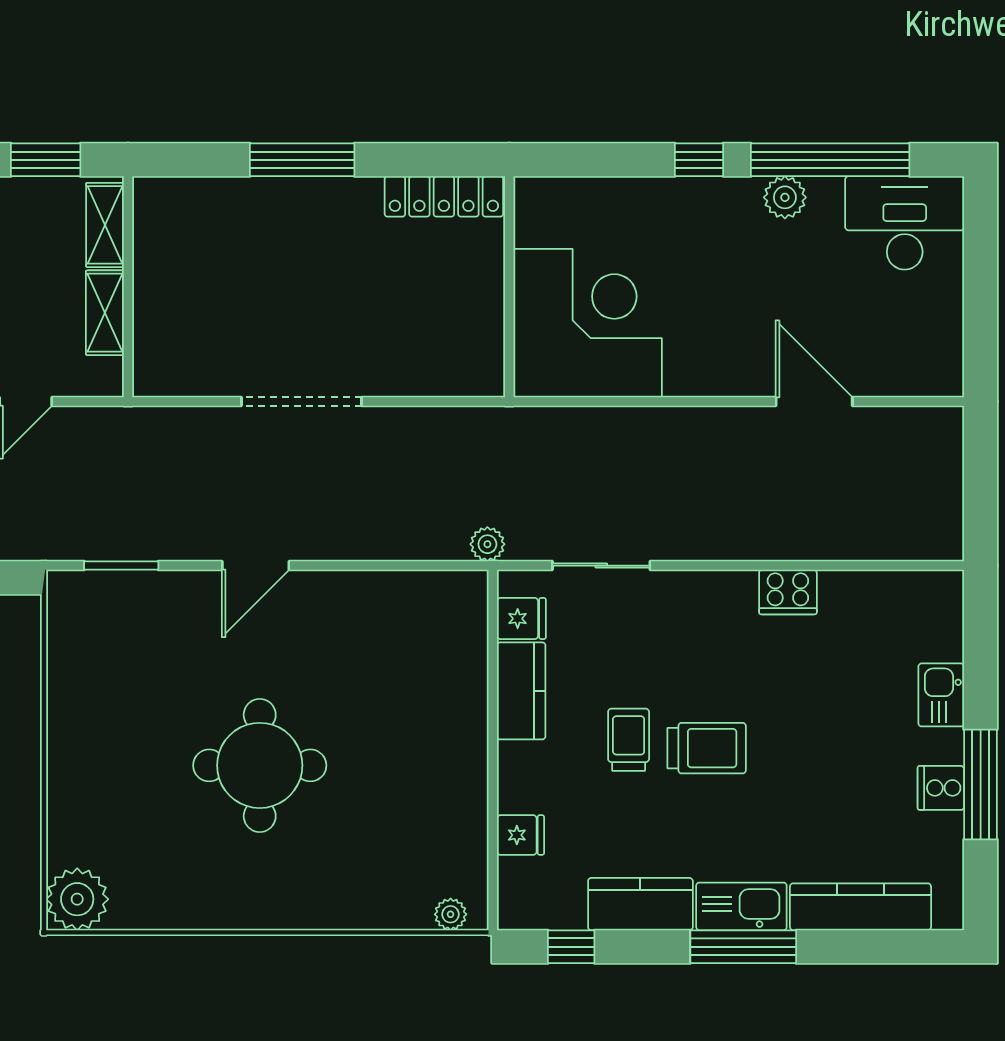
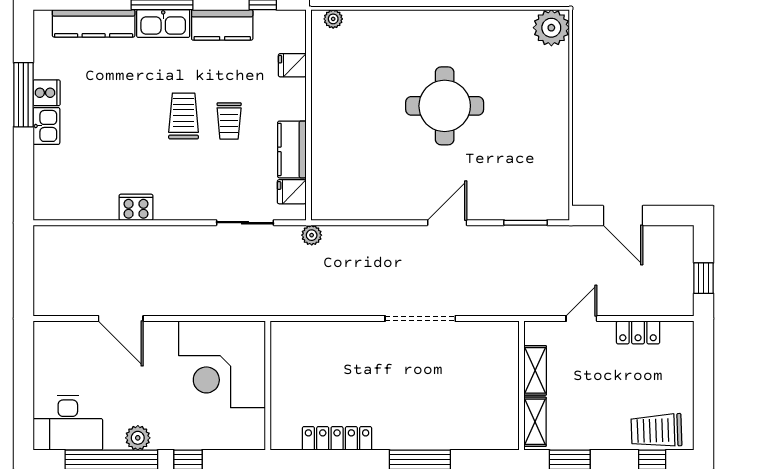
wall: (509, 287) -> (268, 386), moved
corner desk: (588, 323) -> (222, 364), moved
kitchen sink: (941, 695) -> (46, 126), moved
trolley: (707, 748) -> (184, 116), turned 90

